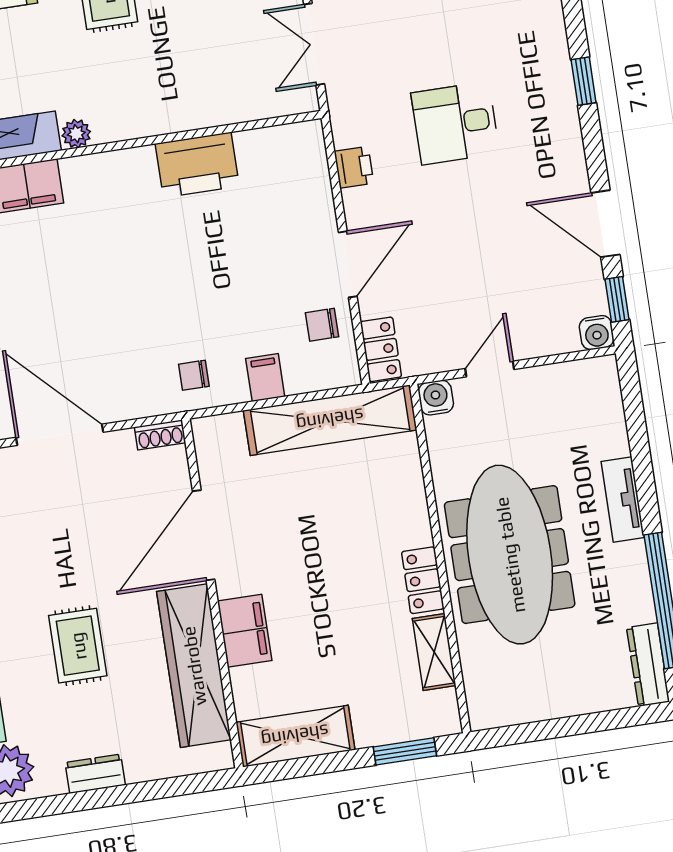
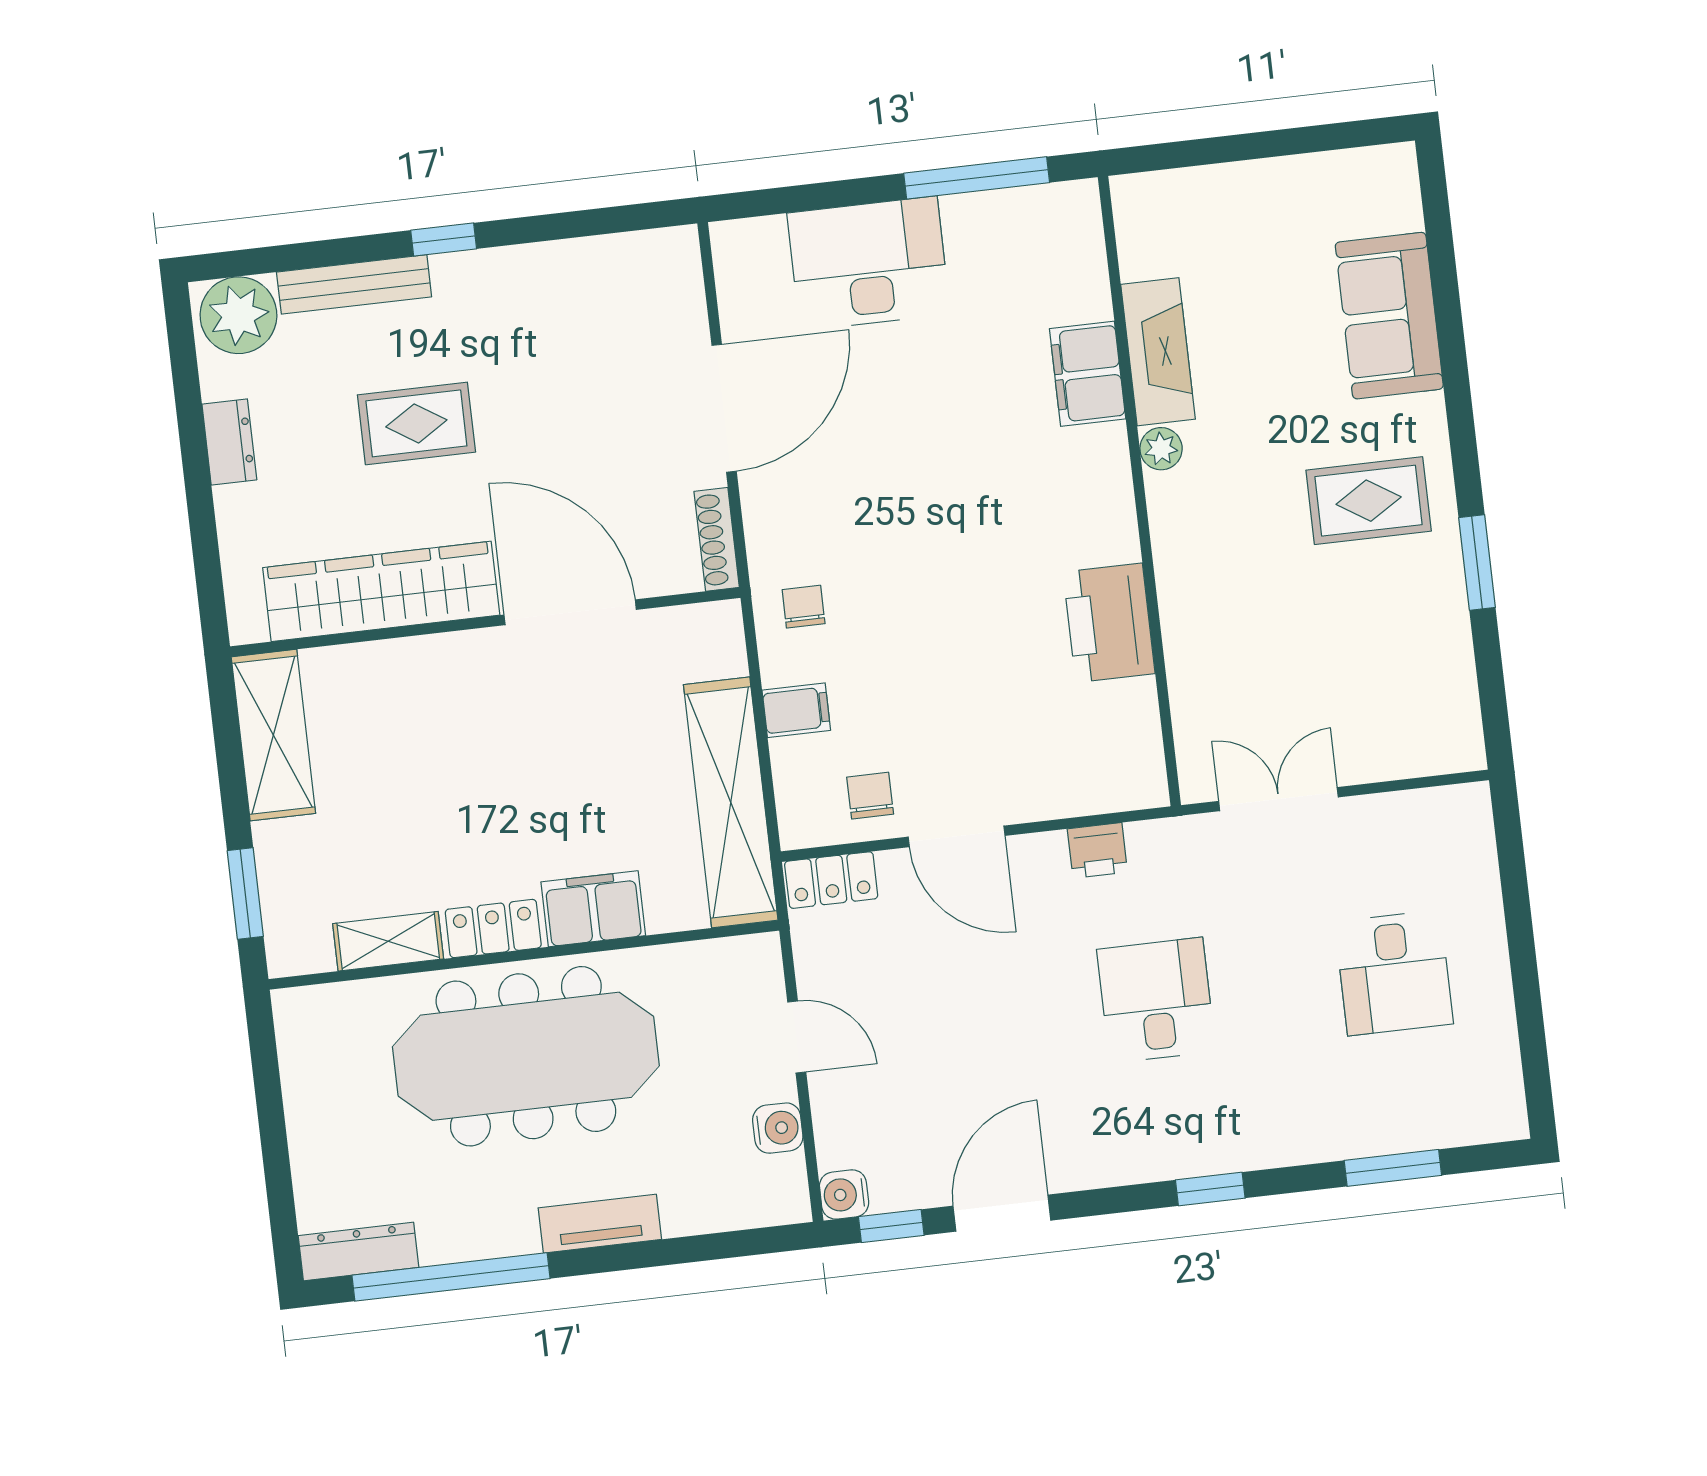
water cooler: (436, 398) -> (778, 1128), moved
shoe rack: (160, 435) -> (717, 539), width x1.43
filing cabinet: (245, 631) -> (593, 909), moved, turned 180

